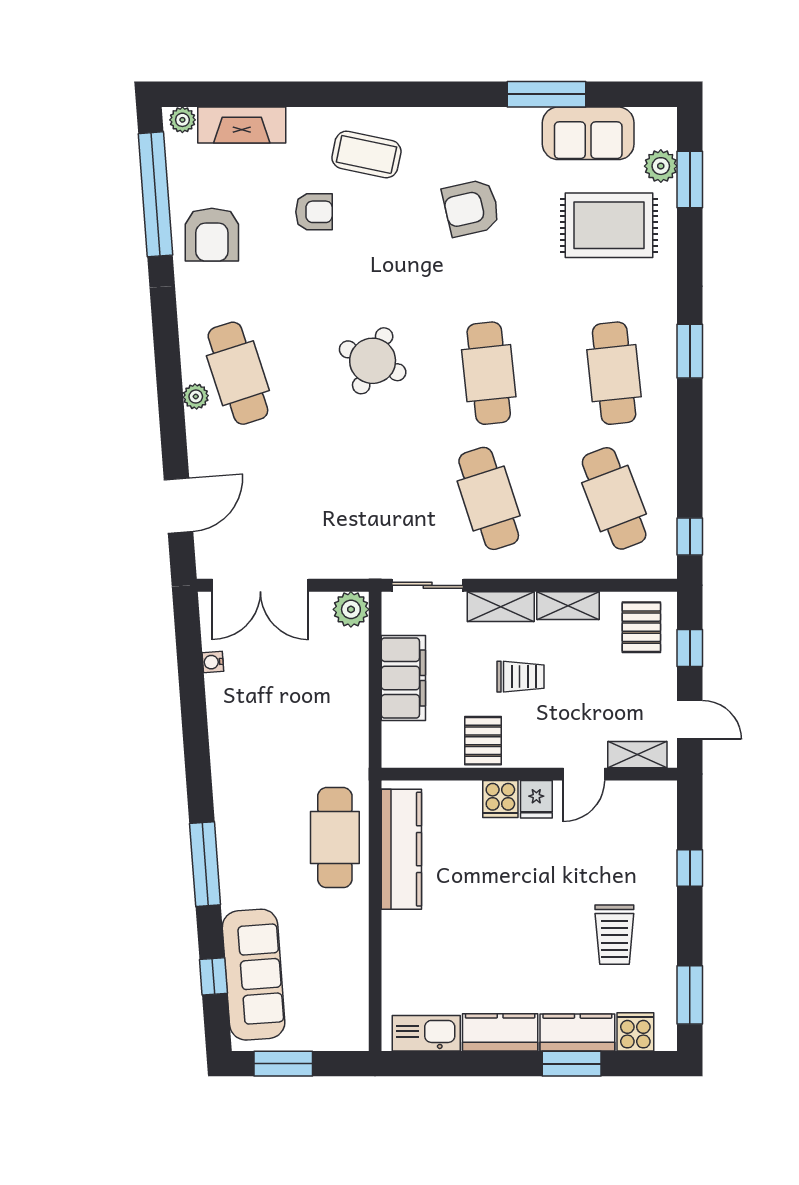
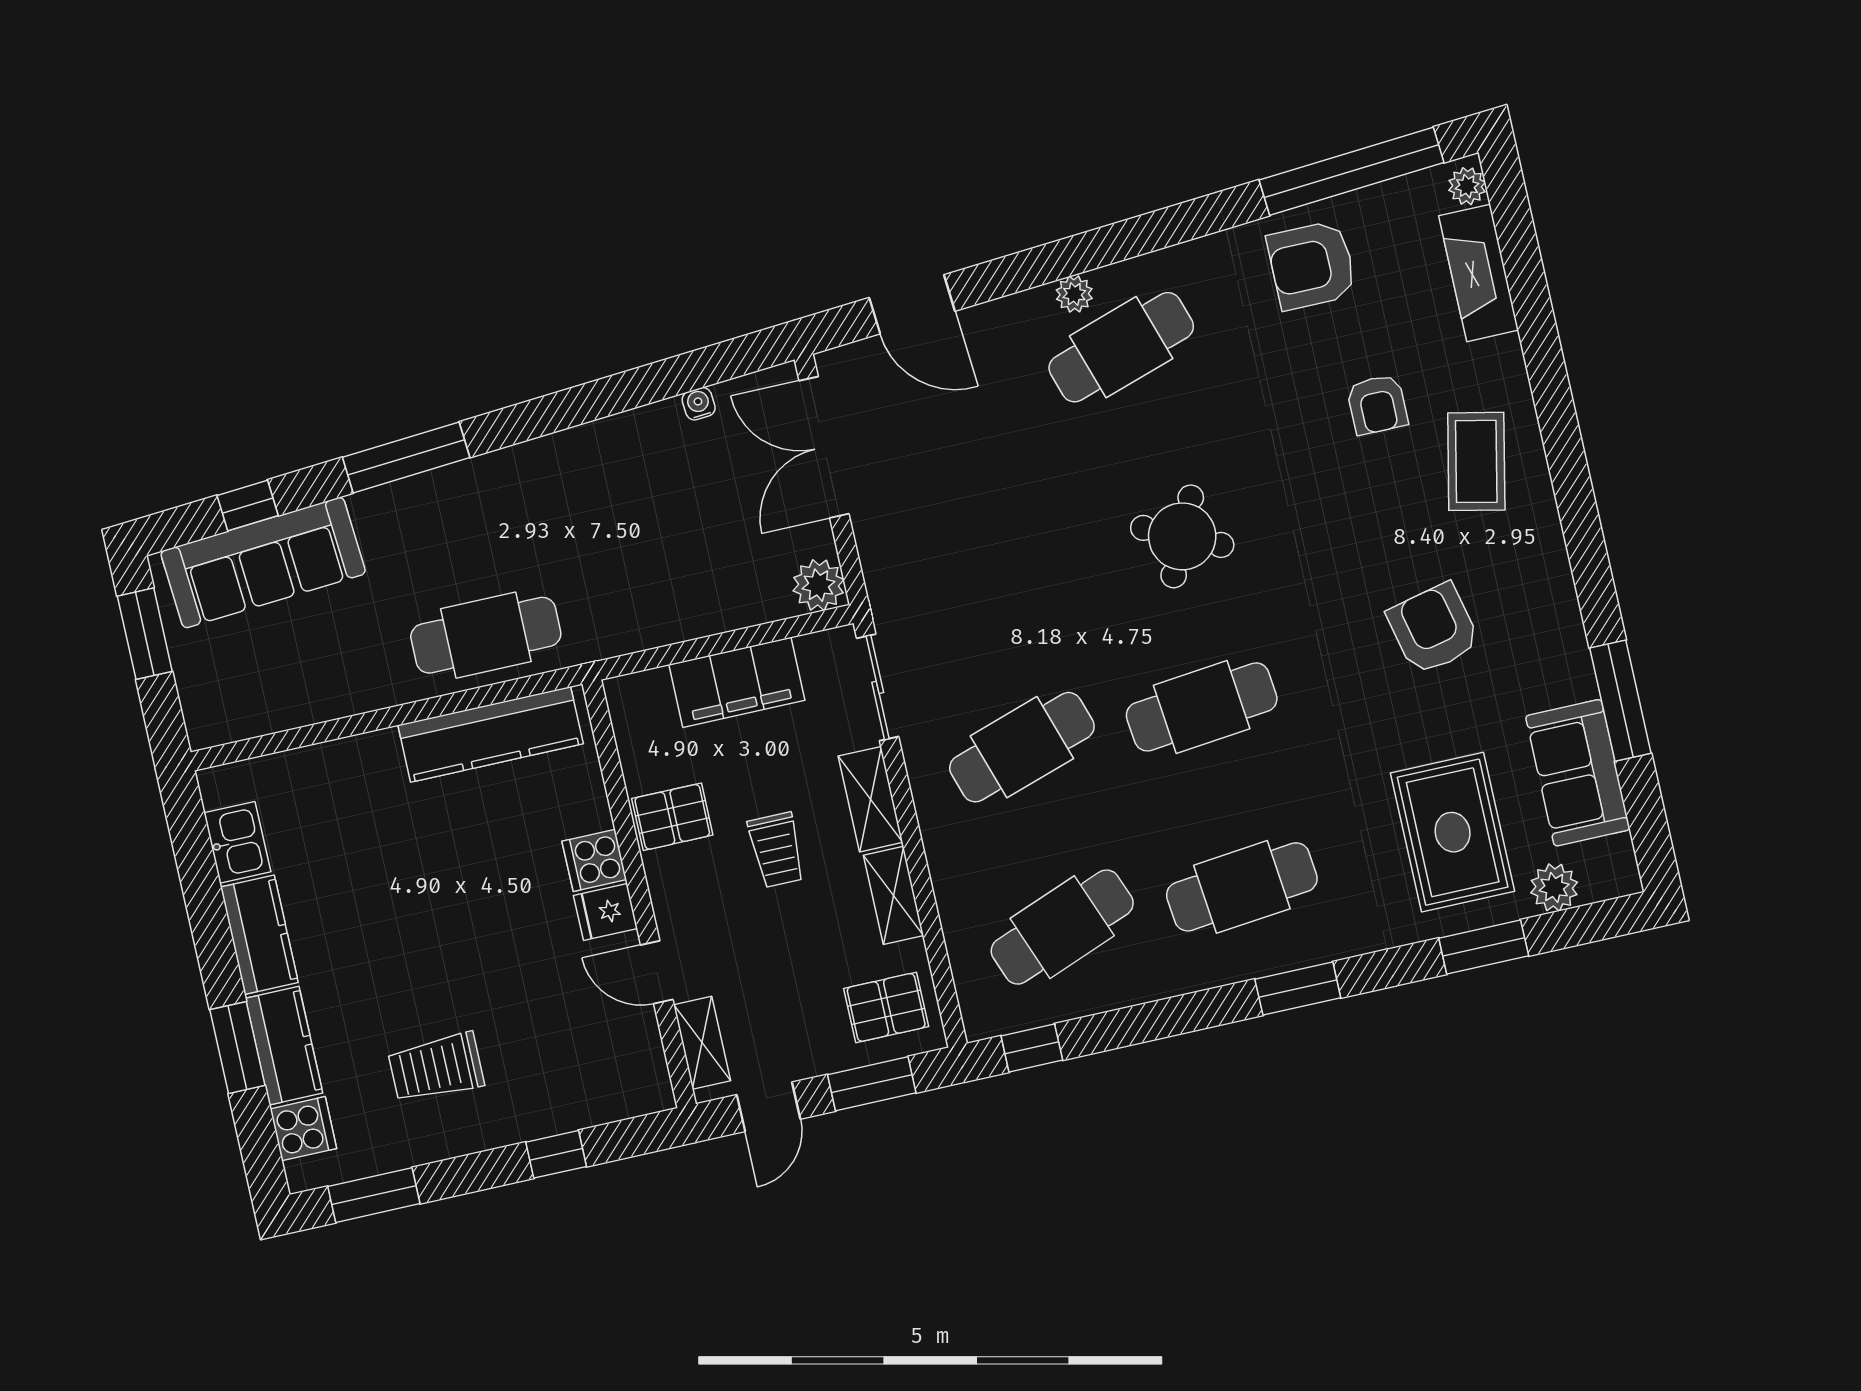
window: (690, 180) -> (1484, 947), moved
window: (690, 648) -> (872, 1084), width x1.50
kitchen sink: (426, 1033) -> (237, 842), width x0.73

